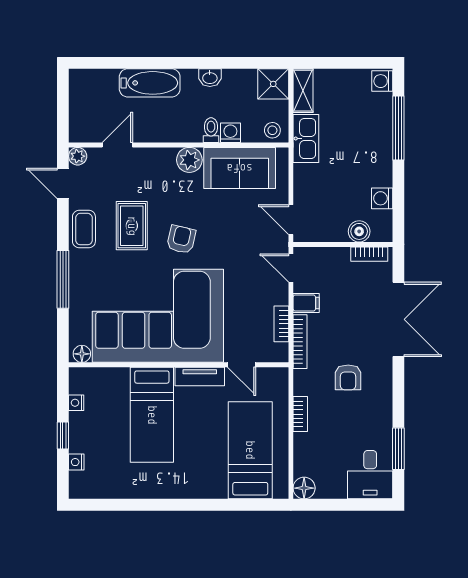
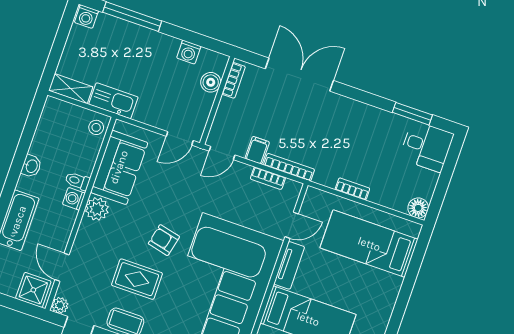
shower: (273, 84) -> (33, 290), moved
washing machine: (230, 133) -> (74, 199), moved
armchair: (348, 377) -> (335, 136), removed

